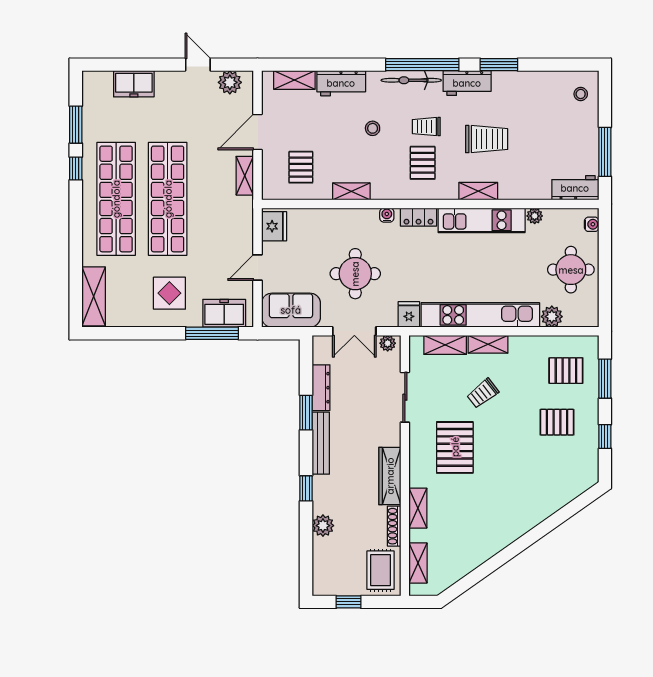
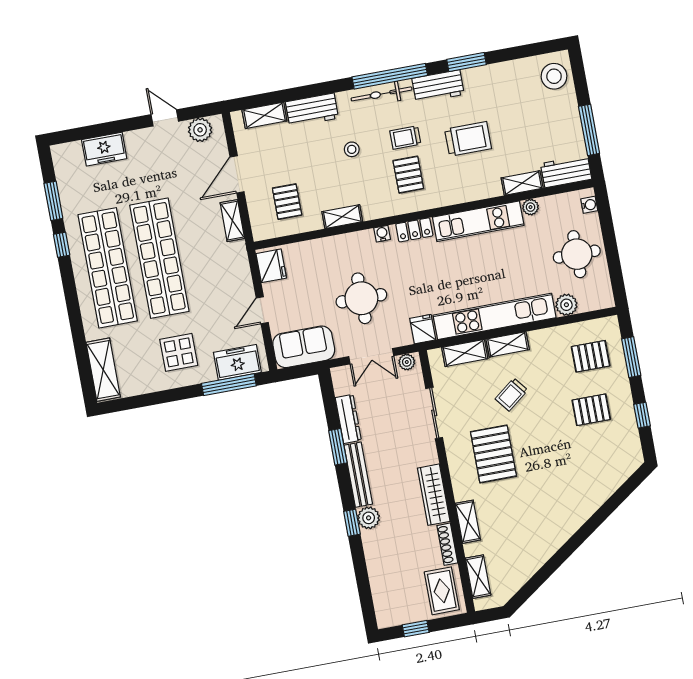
stool: (581, 94) -> (554, 76), width x1.89, depth x1.89
shelving: (478, 191) -> (522, 183), moved
plant: (323, 526) -> (369, 518), moved

